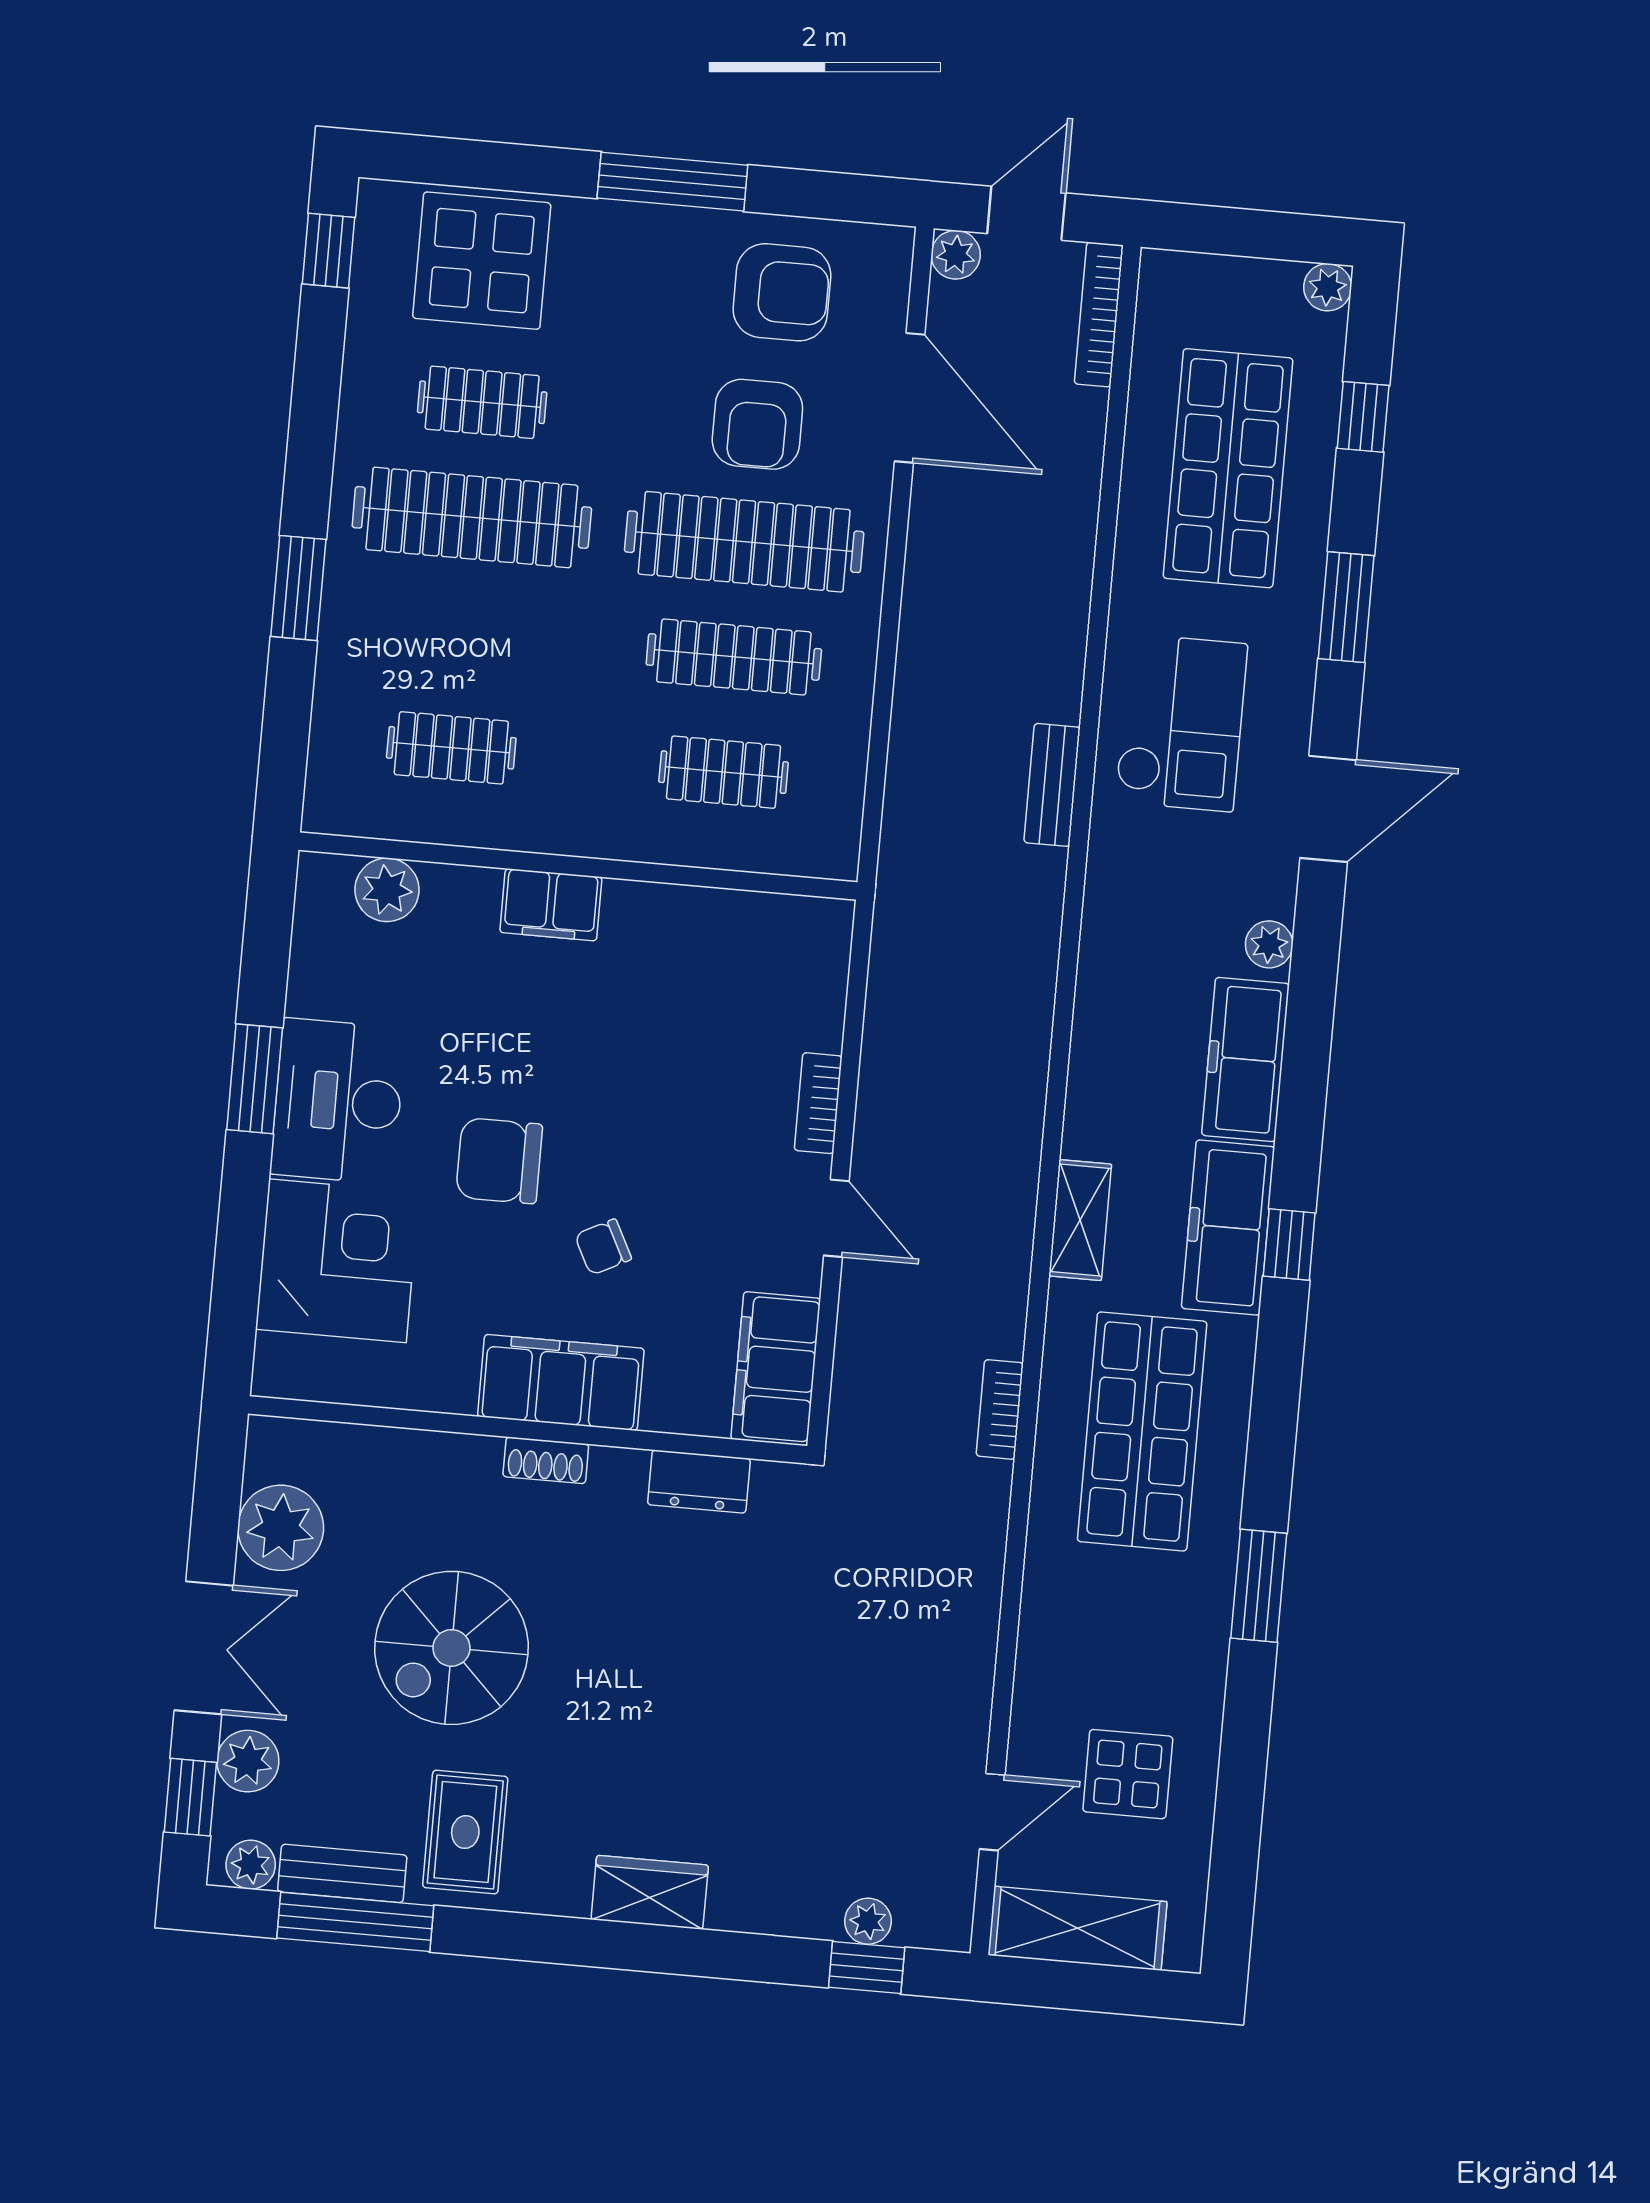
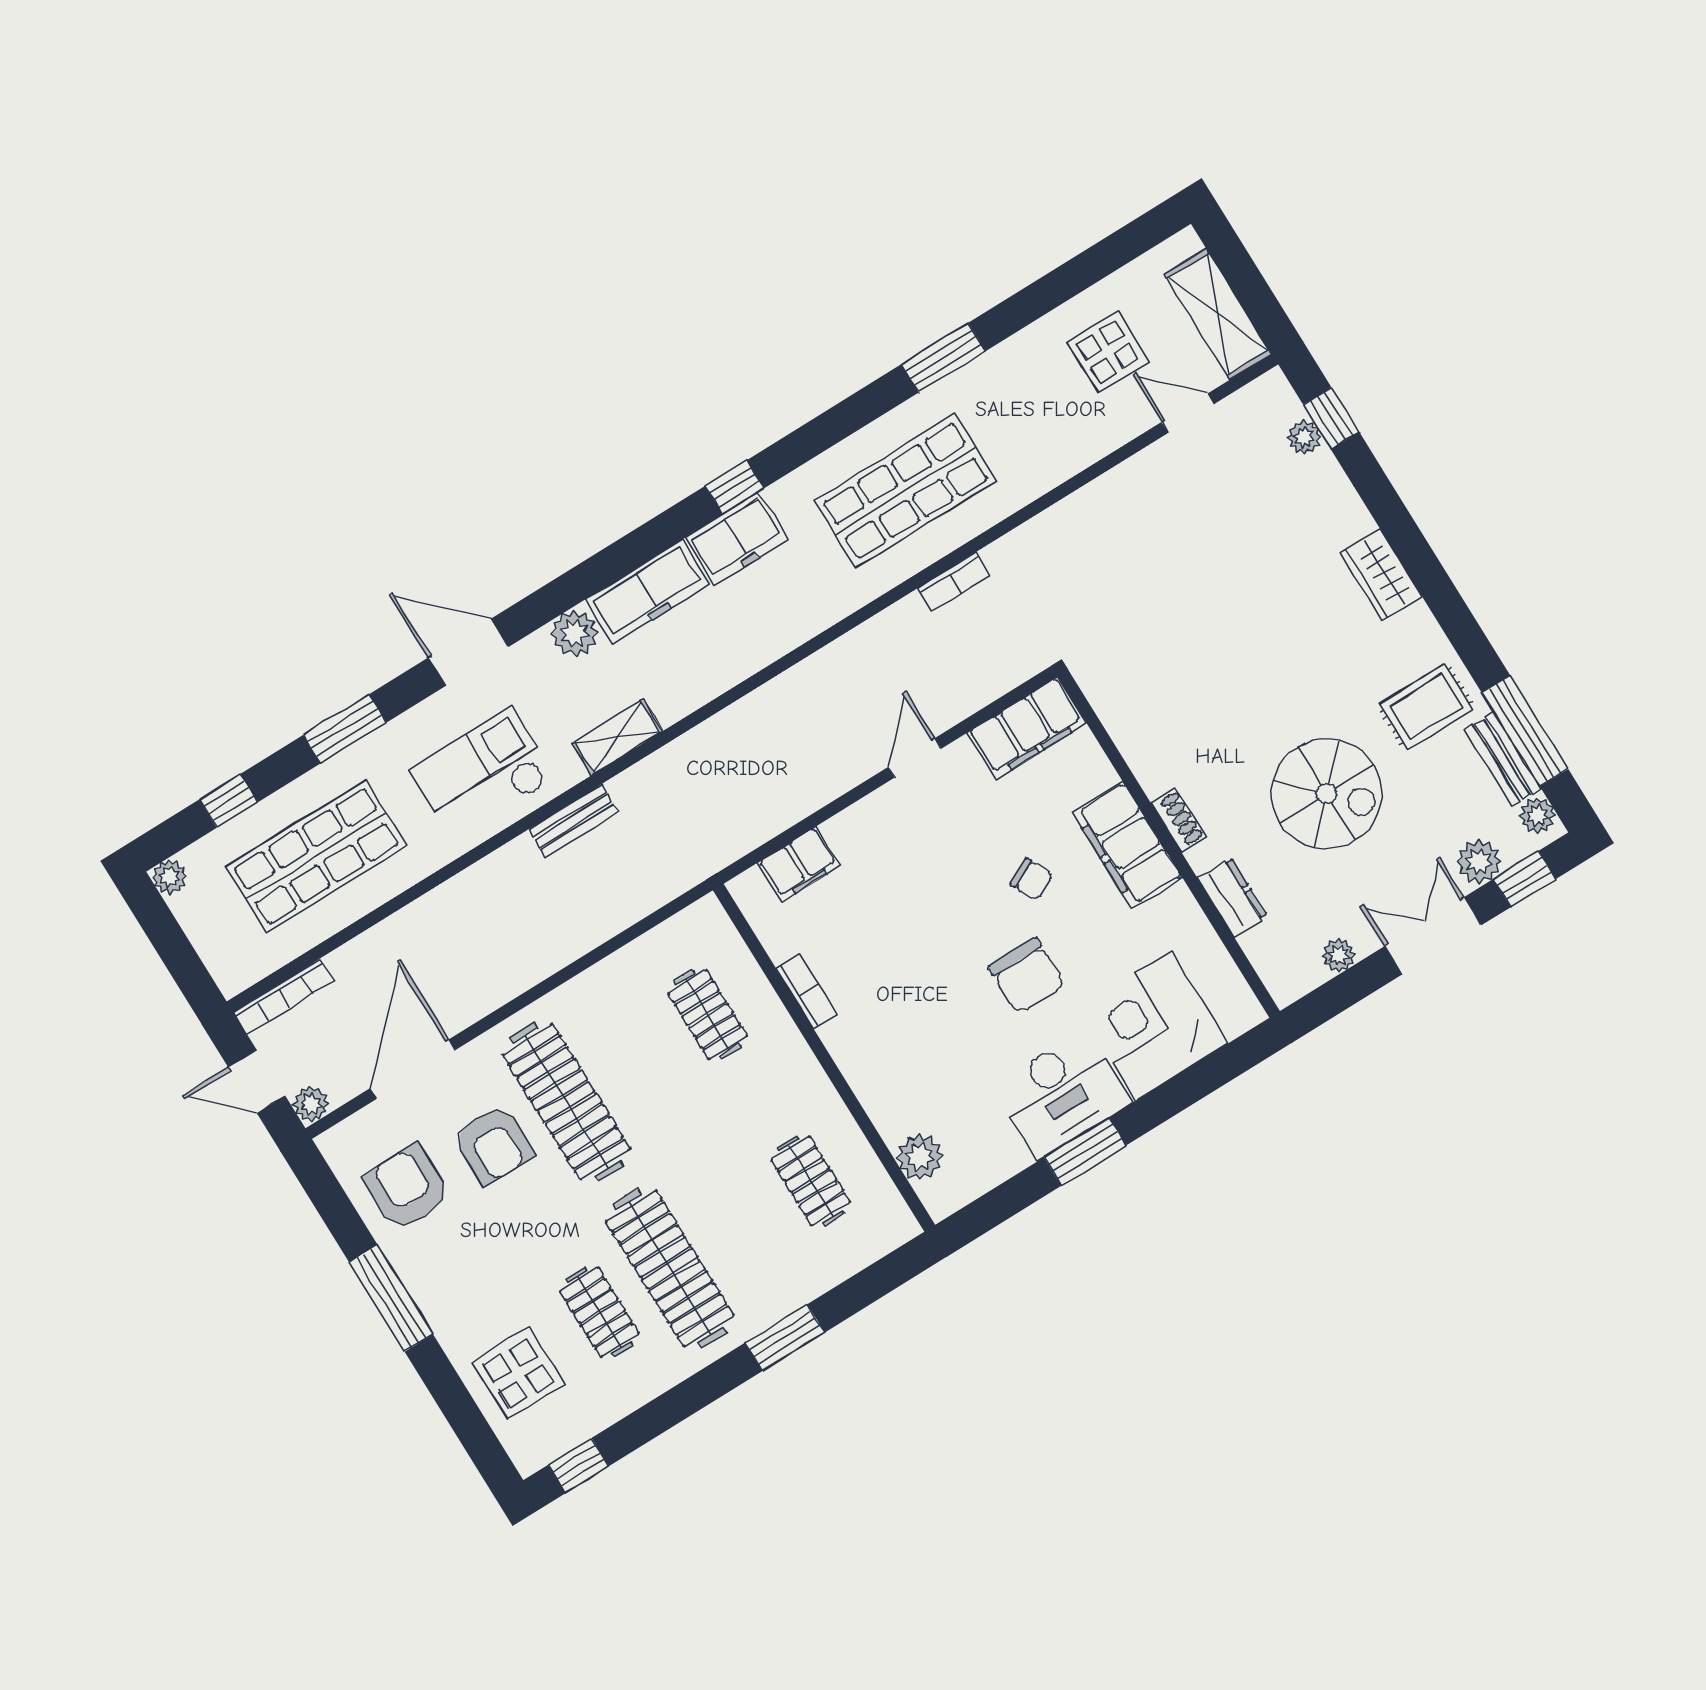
display table: (482, 261) -> (518, 1373), width x0.73, depth x0.73
armchair: (757, 424) -> (493, 1145), turned 90
clothes rail: (734, 657) -> (637, 1058), removed
filing cabinet: (551, 905) -> (799, 864), moved, turned 90
plant: (1269, 944) -> (575, 633), width x1.38, depth x1.38
bookcase: (818, 1103) -> (807, 991), moved, turned -90
shelving: (1080, 1220) -> (617, 737), moved
freezer: (1228, 1228) -> (737, 539), width x0.71
dresser: (699, 1482) -> (1232, 897), moved
plant: (281, 1528) -> (1339, 955), width x0.53, depth x0.53

